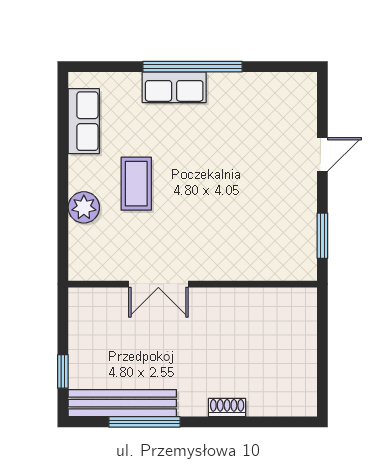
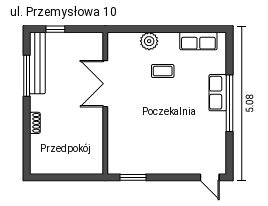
door: (322, 154) -> (210, 177), moved
coffee table: (136, 184) -> (163, 71), width x0.73, depth x0.77
double door: (158, 284) -> (105, 84), width x1.37

